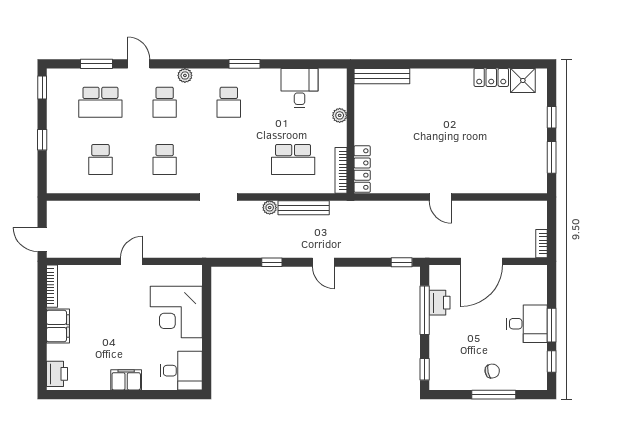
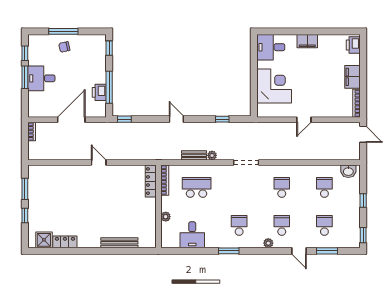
bench: (382, 76) -> (119, 243), moved
school desk: (100, 102) -> (324, 225), width x0.54
washbasin: (64, 184) -> (348, 171), added
bench: (304, 208) -> (194, 155), width x0.73
window: (272, 262) -> (222, 119), moved

